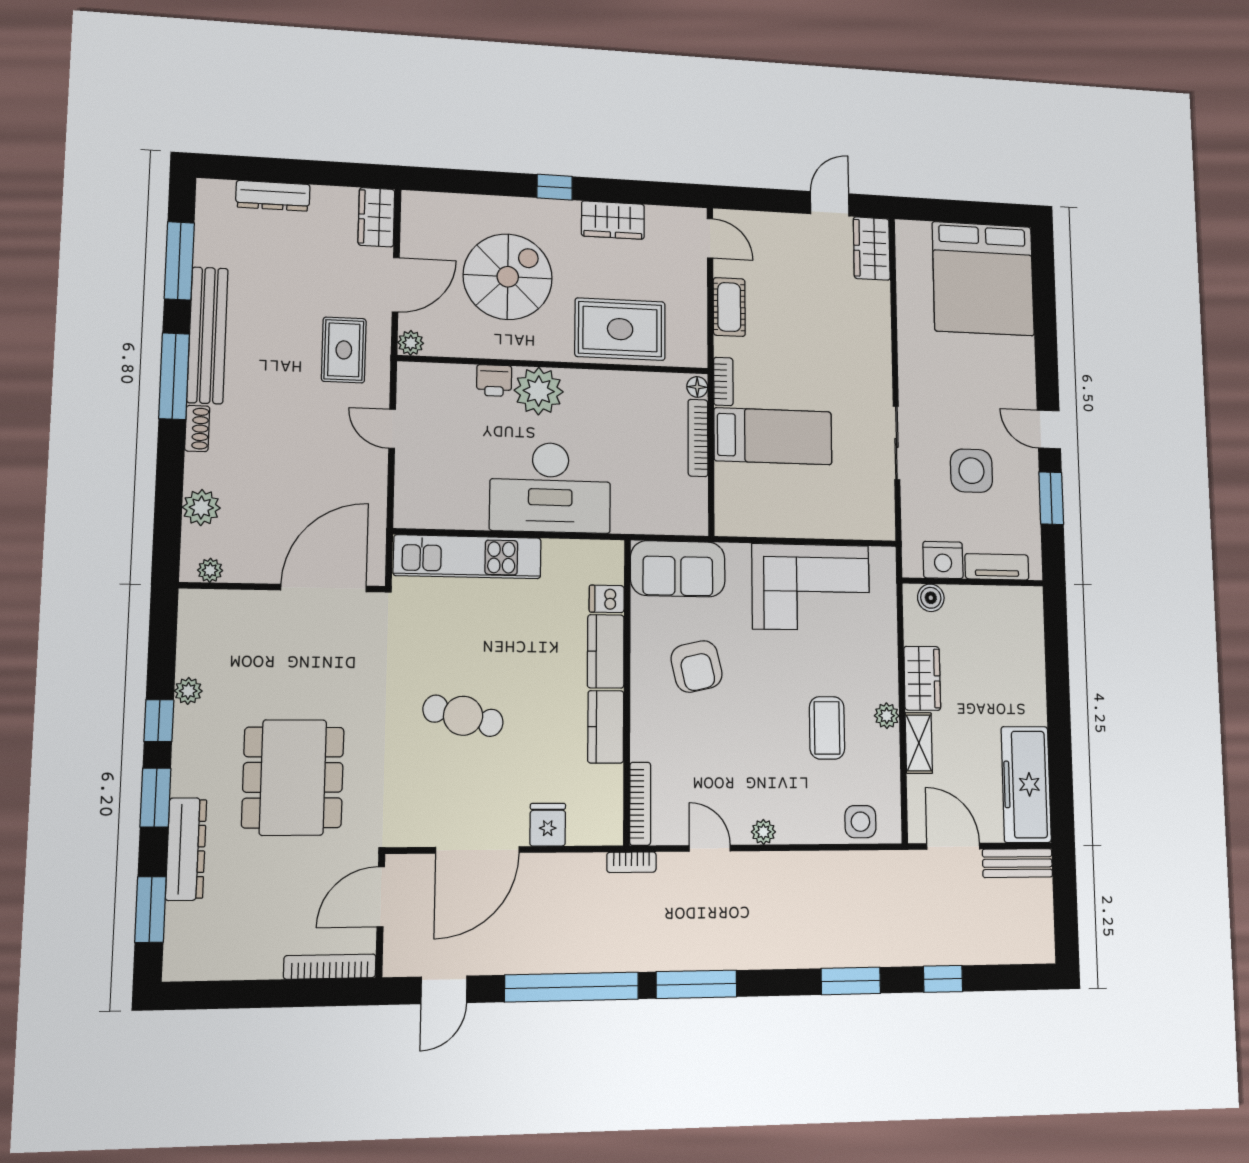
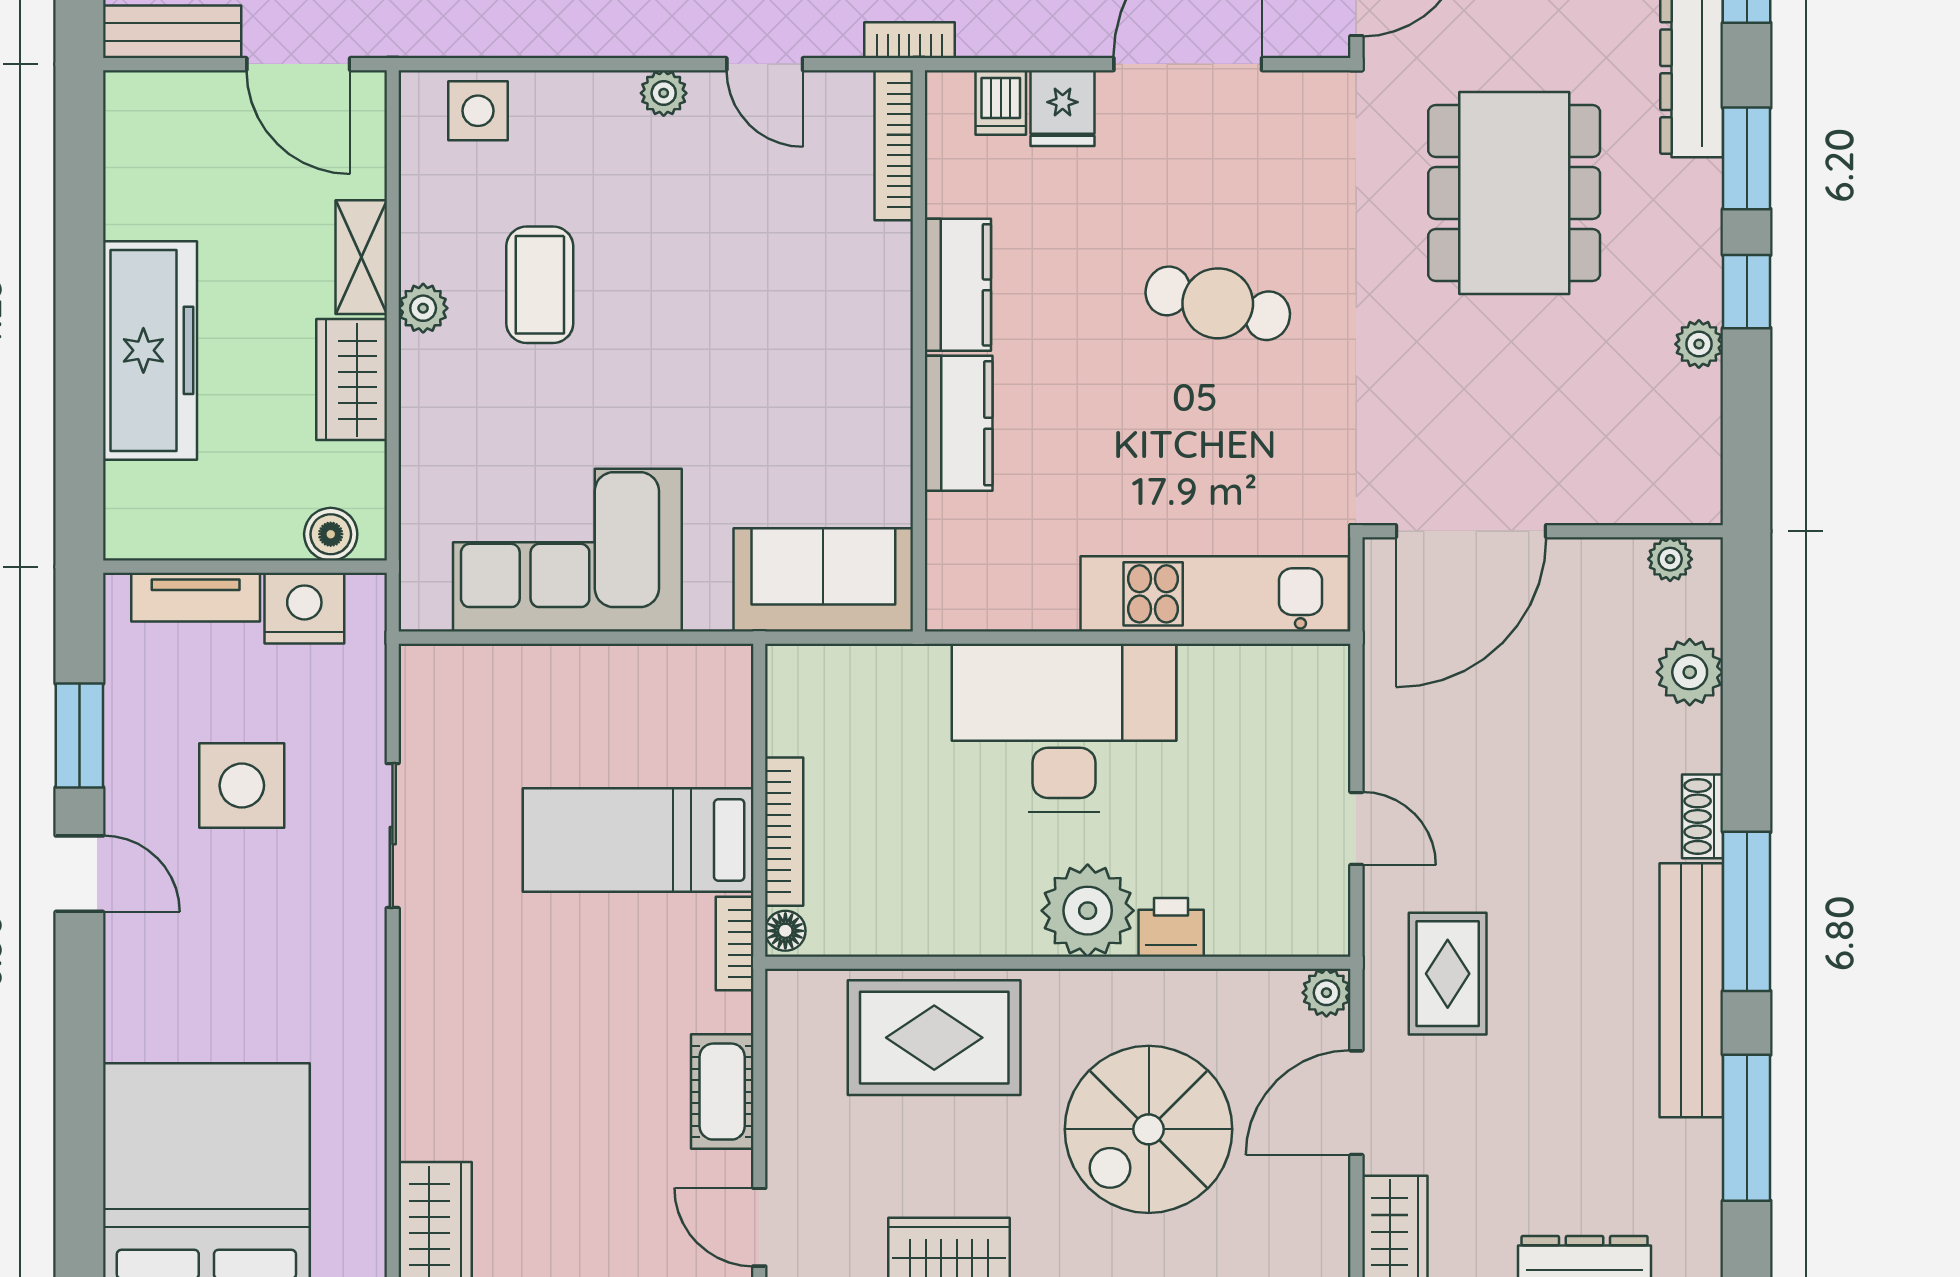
dishwasher: (607, 599) -> (1001, 102), moved, turned 90
armchair: (697, 666) -> (788, 397), removed
freezer: (1026, 784) -> (150, 350), moved

